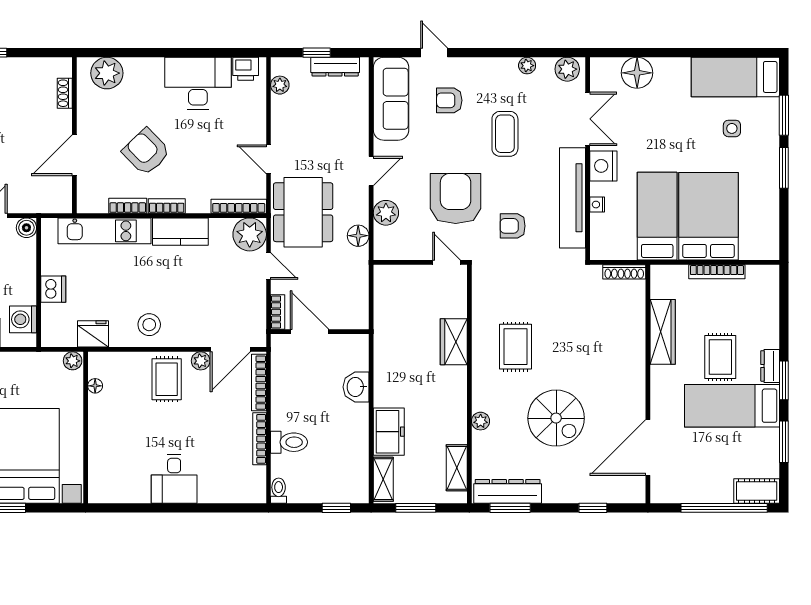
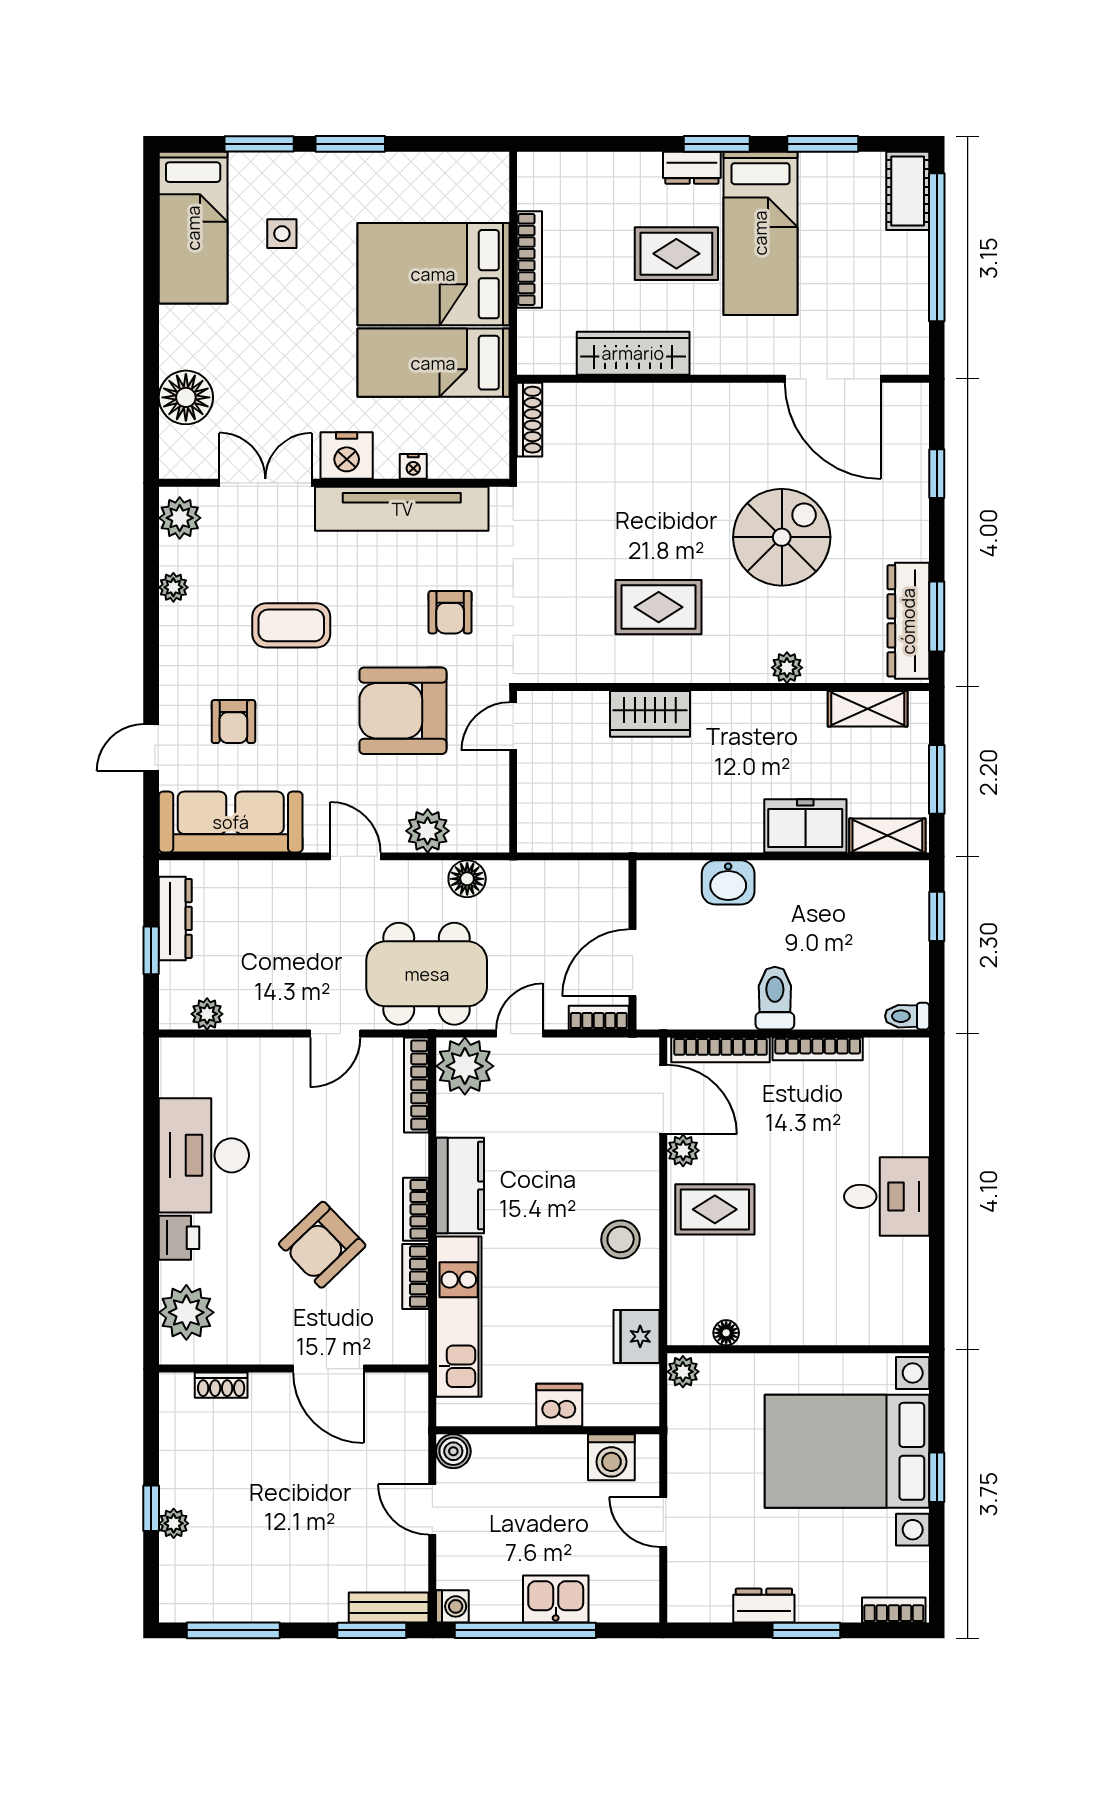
printer: (246, 69) -> (179, 1238), moved
toilet: (289, 442) -> (775, 998), moved

